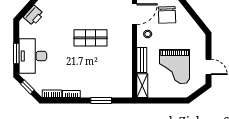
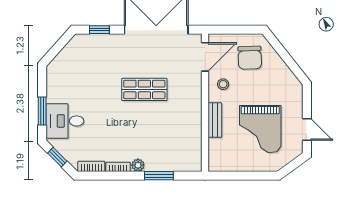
printer: (34, 15) -> (66, 59), removed
desk: (33, 56) -> (65, 121), width x0.73
shelving: (142, 86) -> (216, 155), removed
plant: (86, 93) -> (138, 165), added

